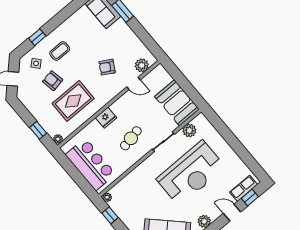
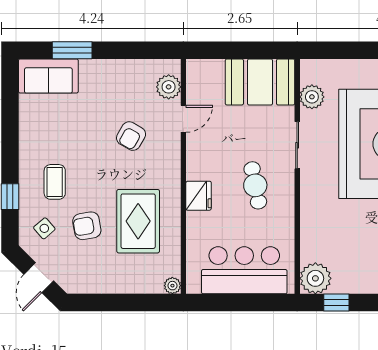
window: (38, 130) -> (138, 303), removed
plant: (107, 197) -> (315, 278), width x1.87, depth x1.87

